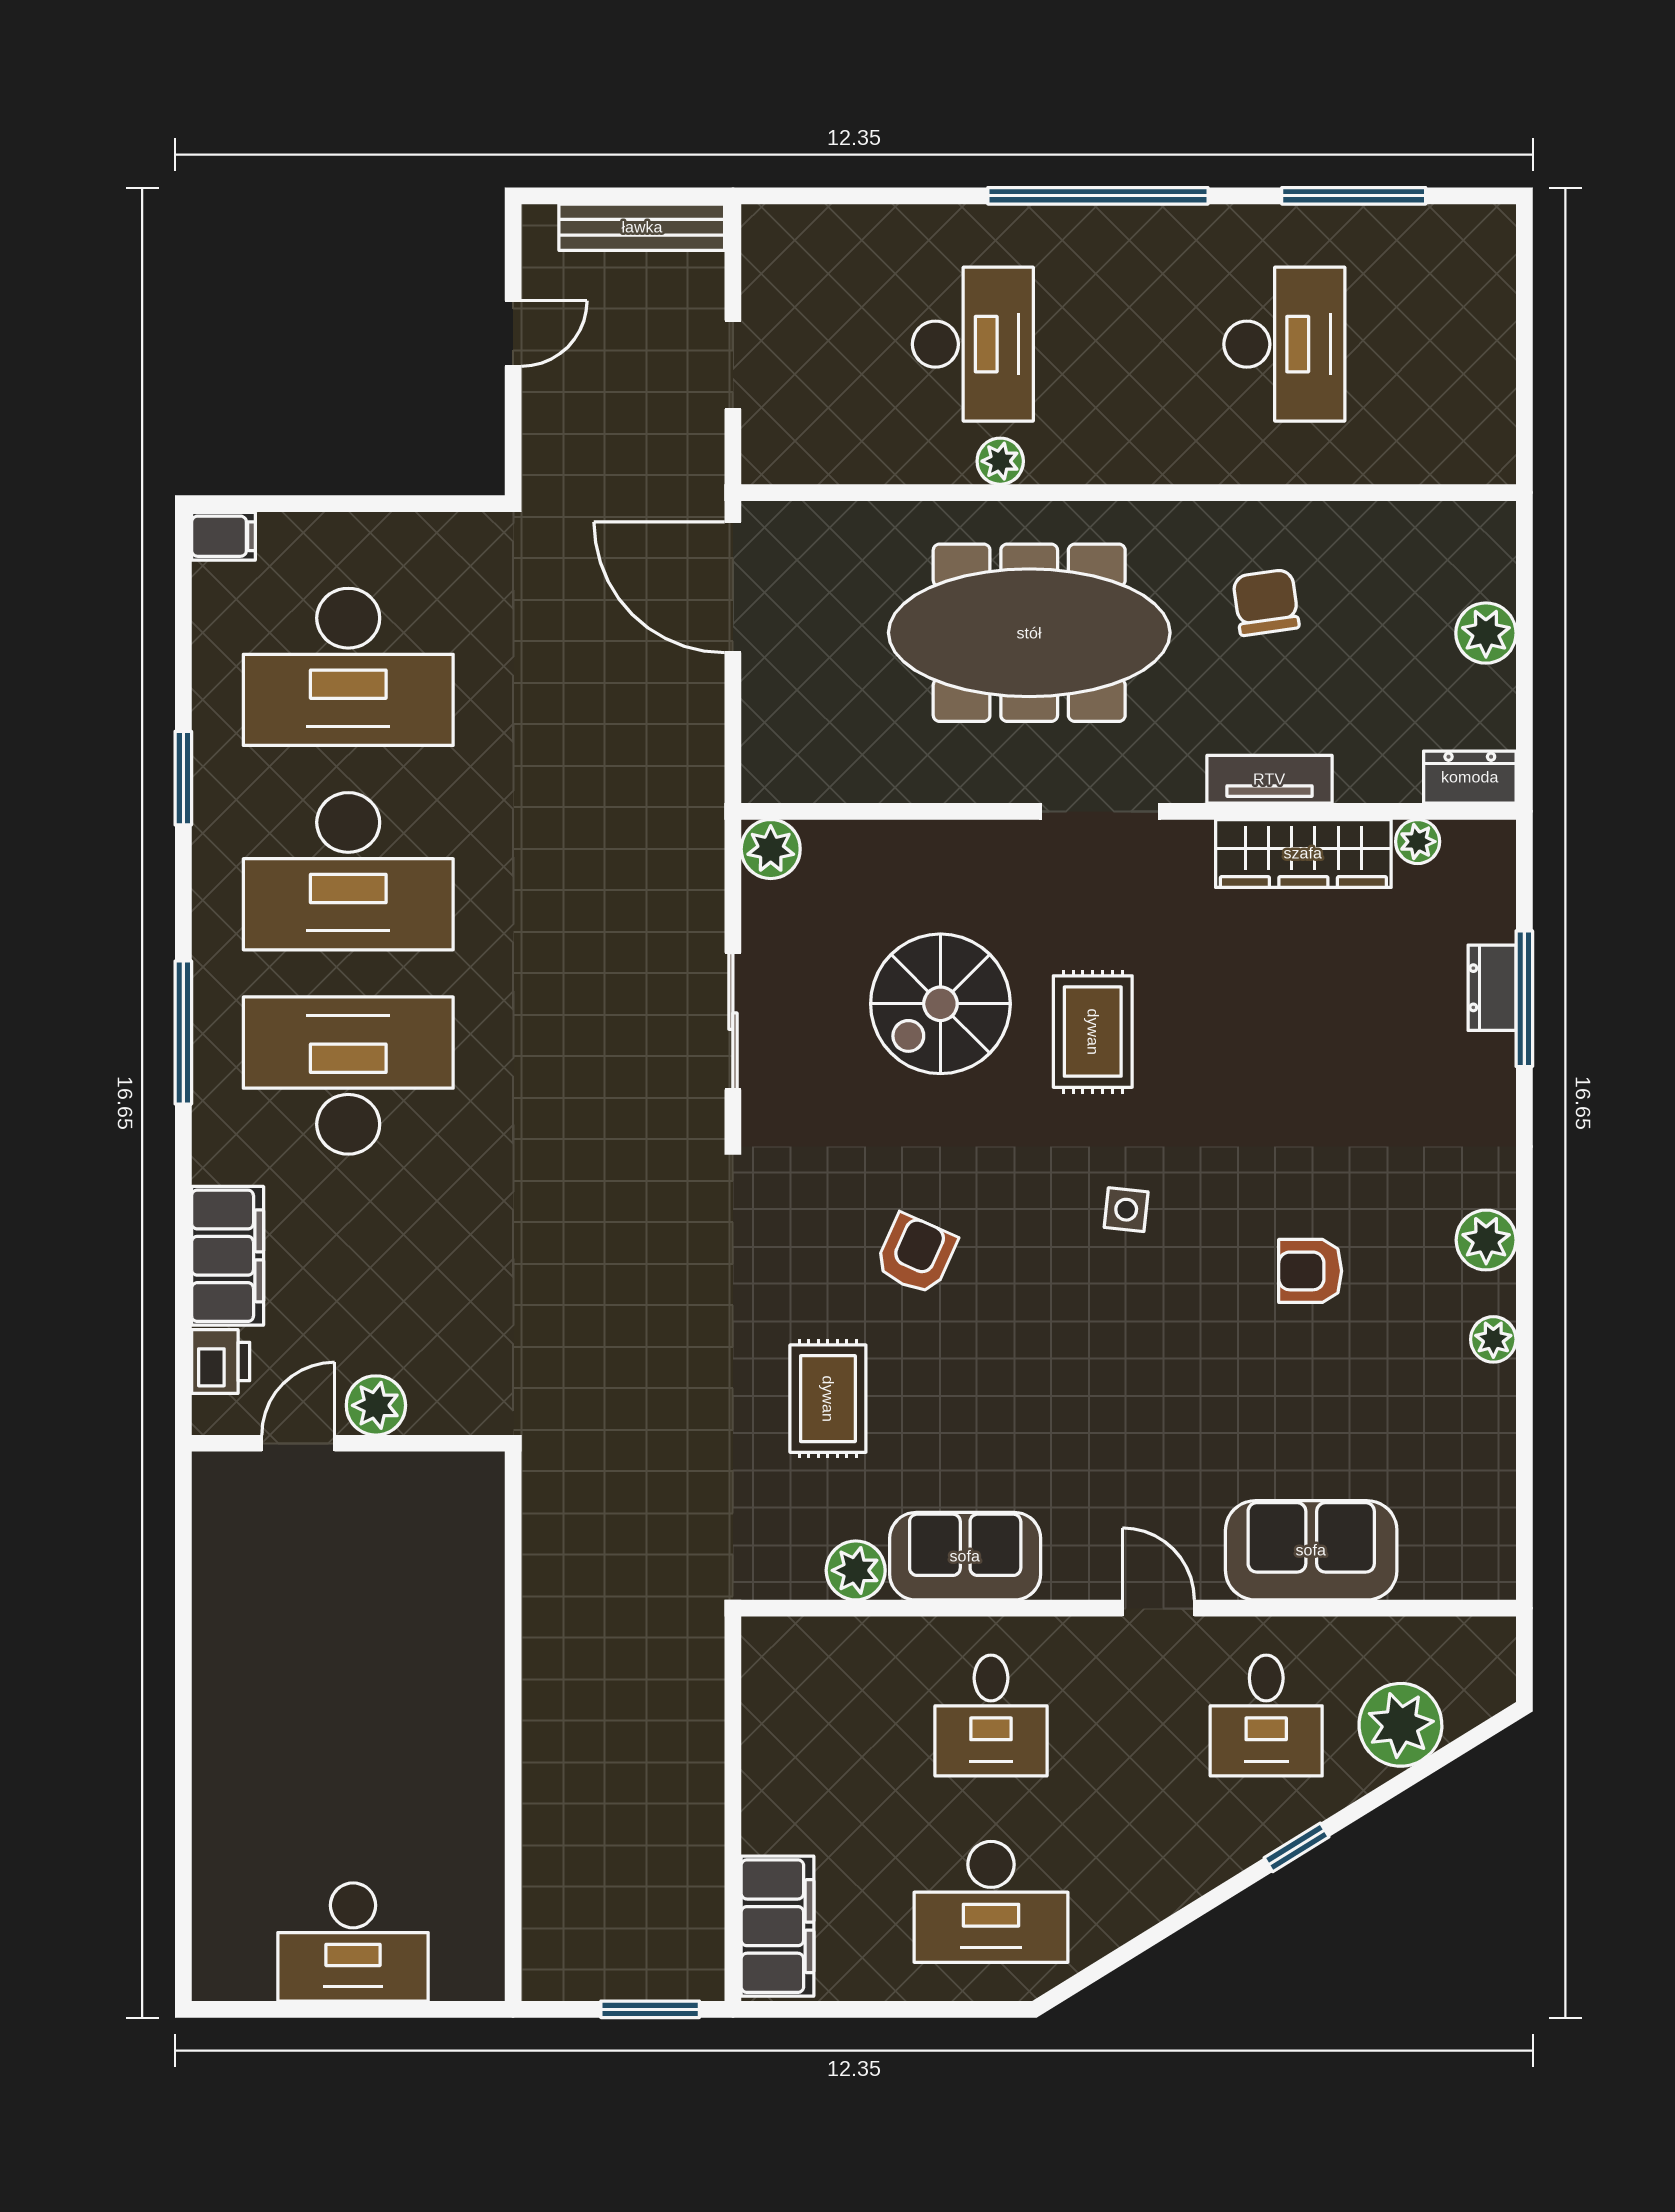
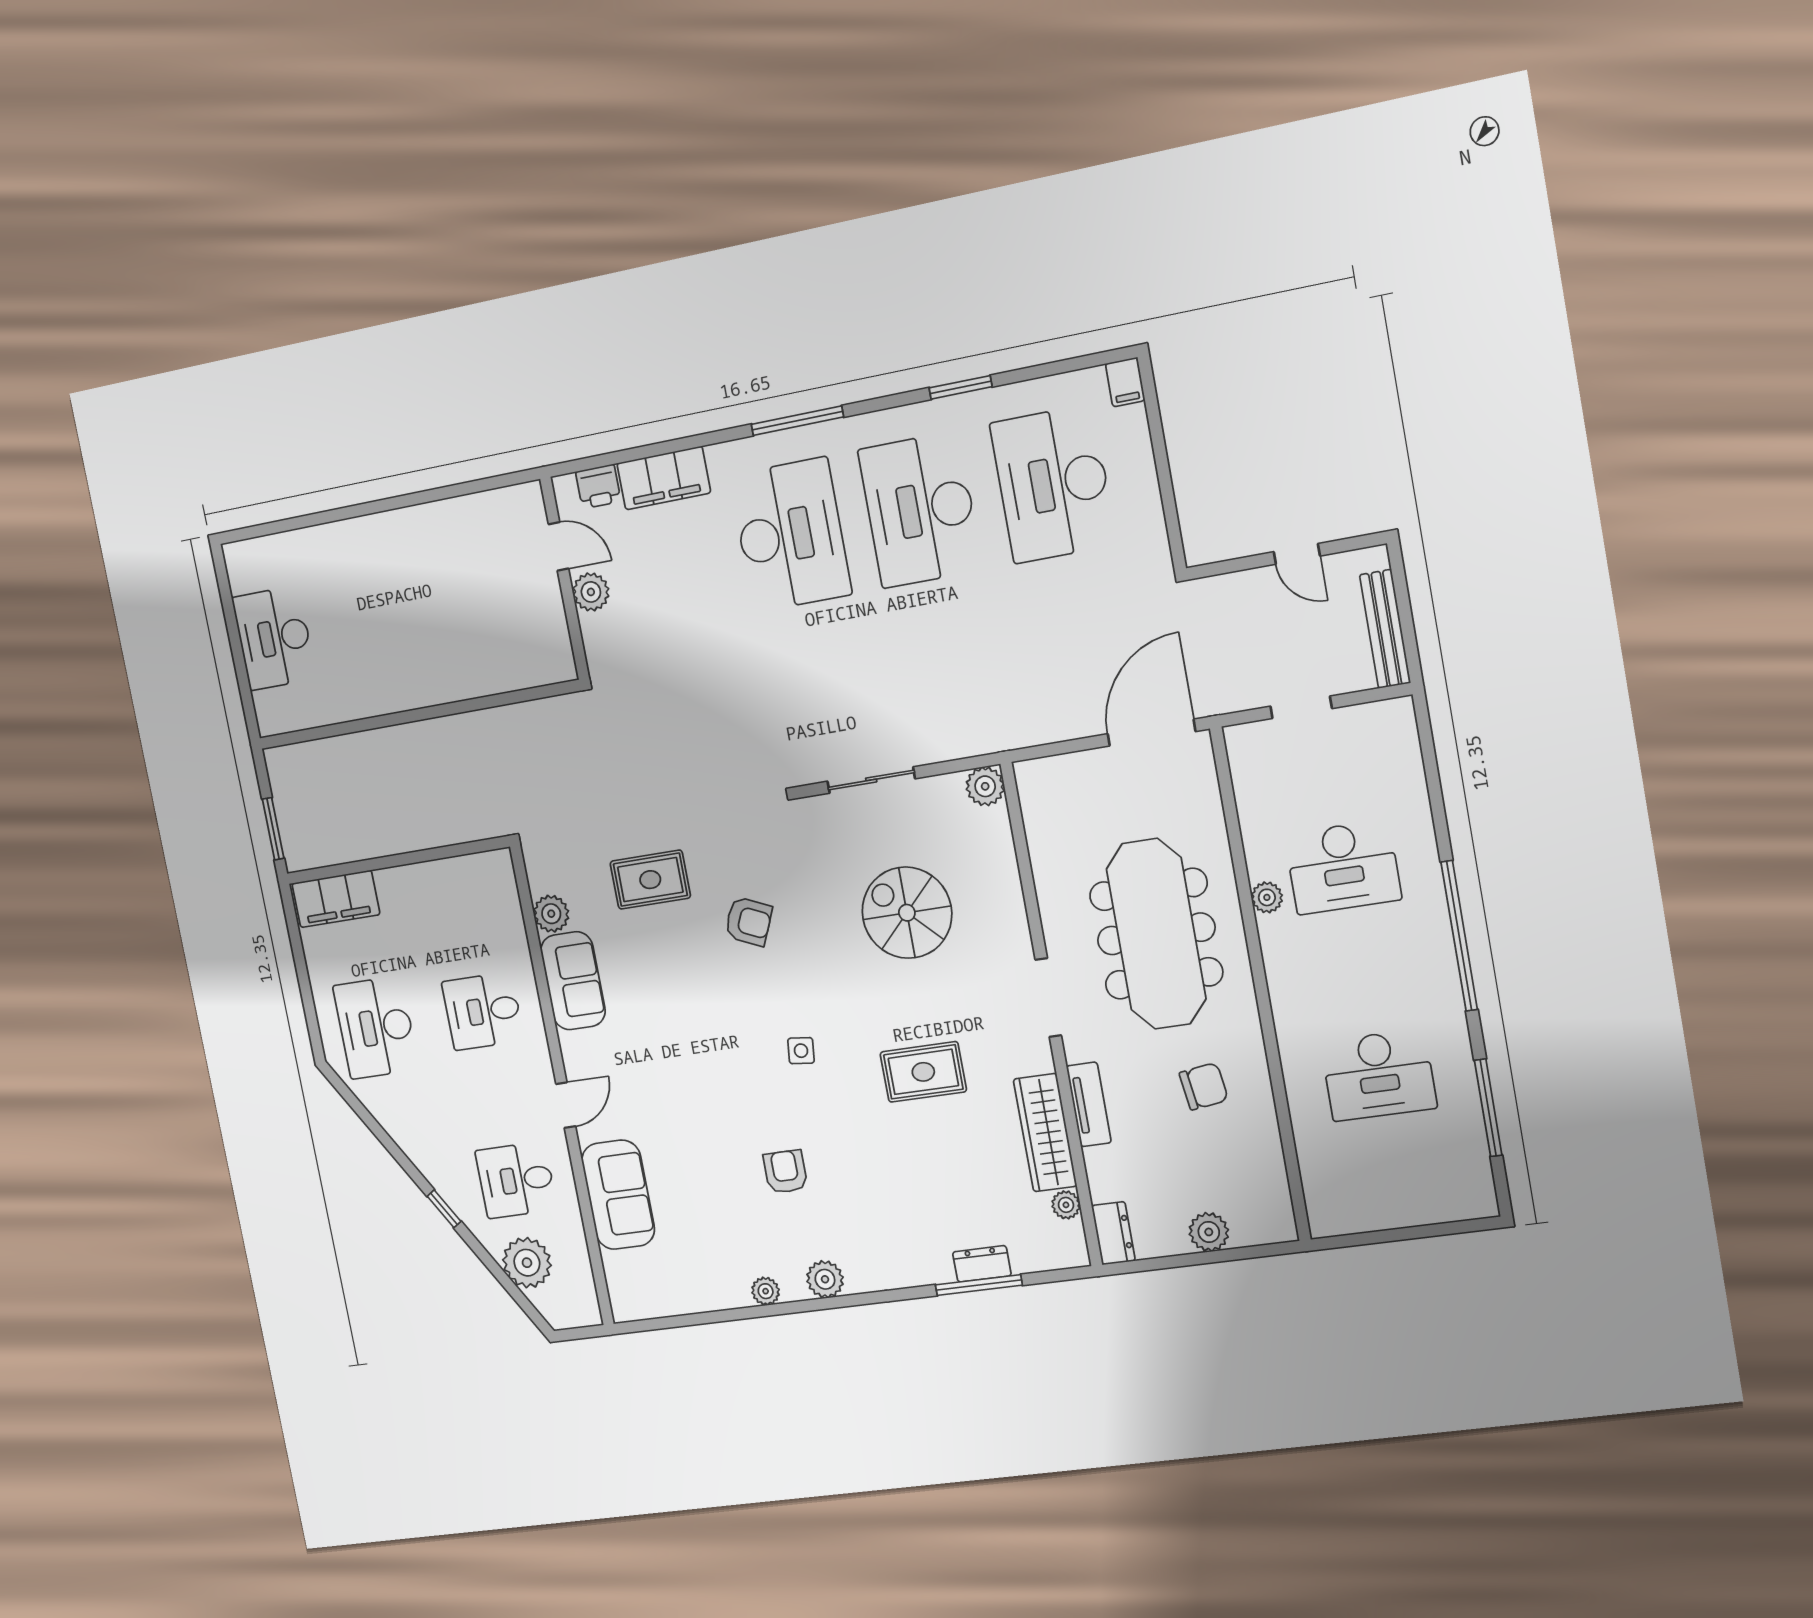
rug: (1093, 1032) -> (923, 1072), moved

